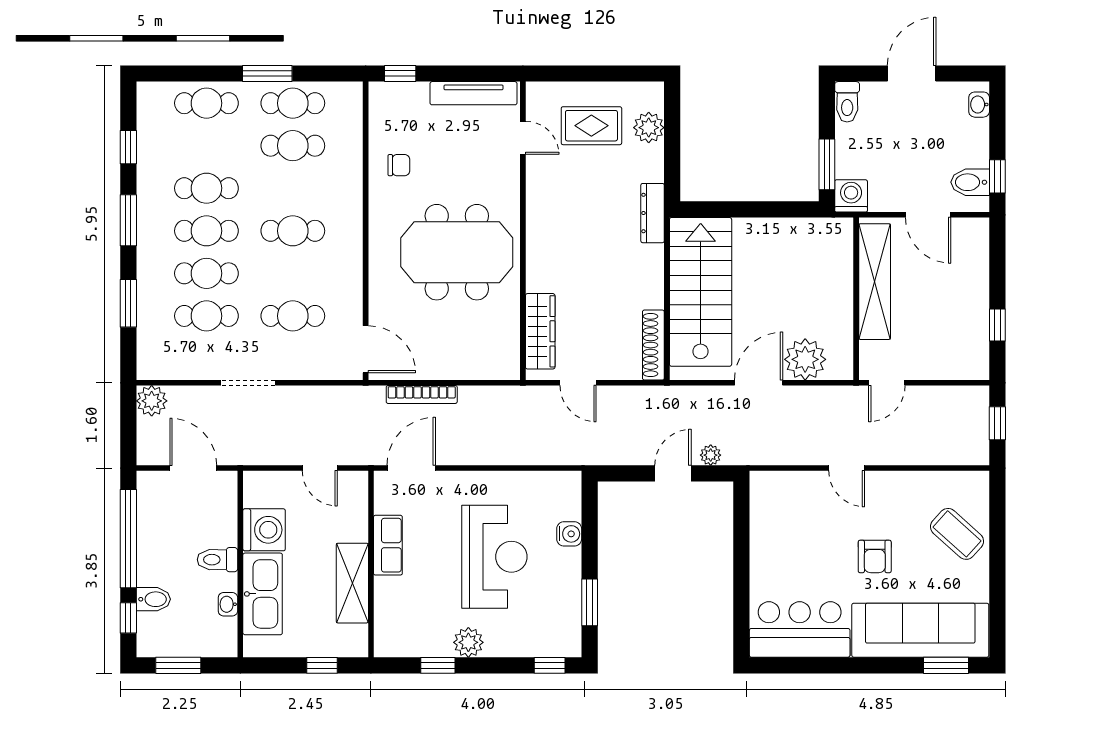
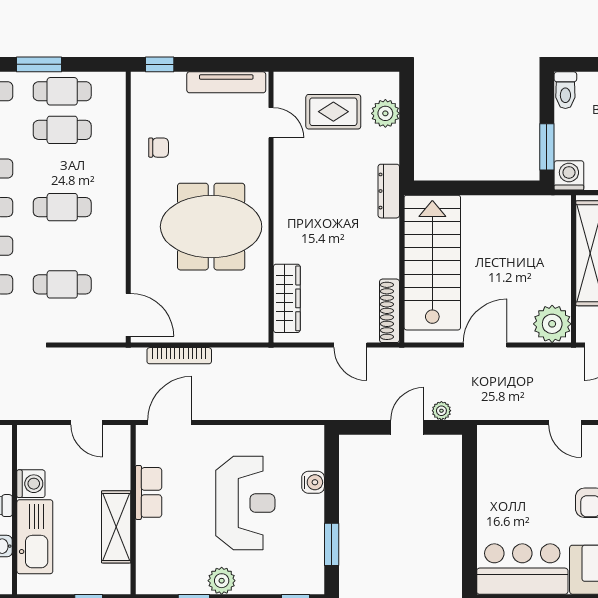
plant: (805, 359) -> (552, 324), moved
door: (578, 383) -> (350, 345), moved
washing machine: (264, 530) -> (31, 484), width x0.73, depth x0.73

